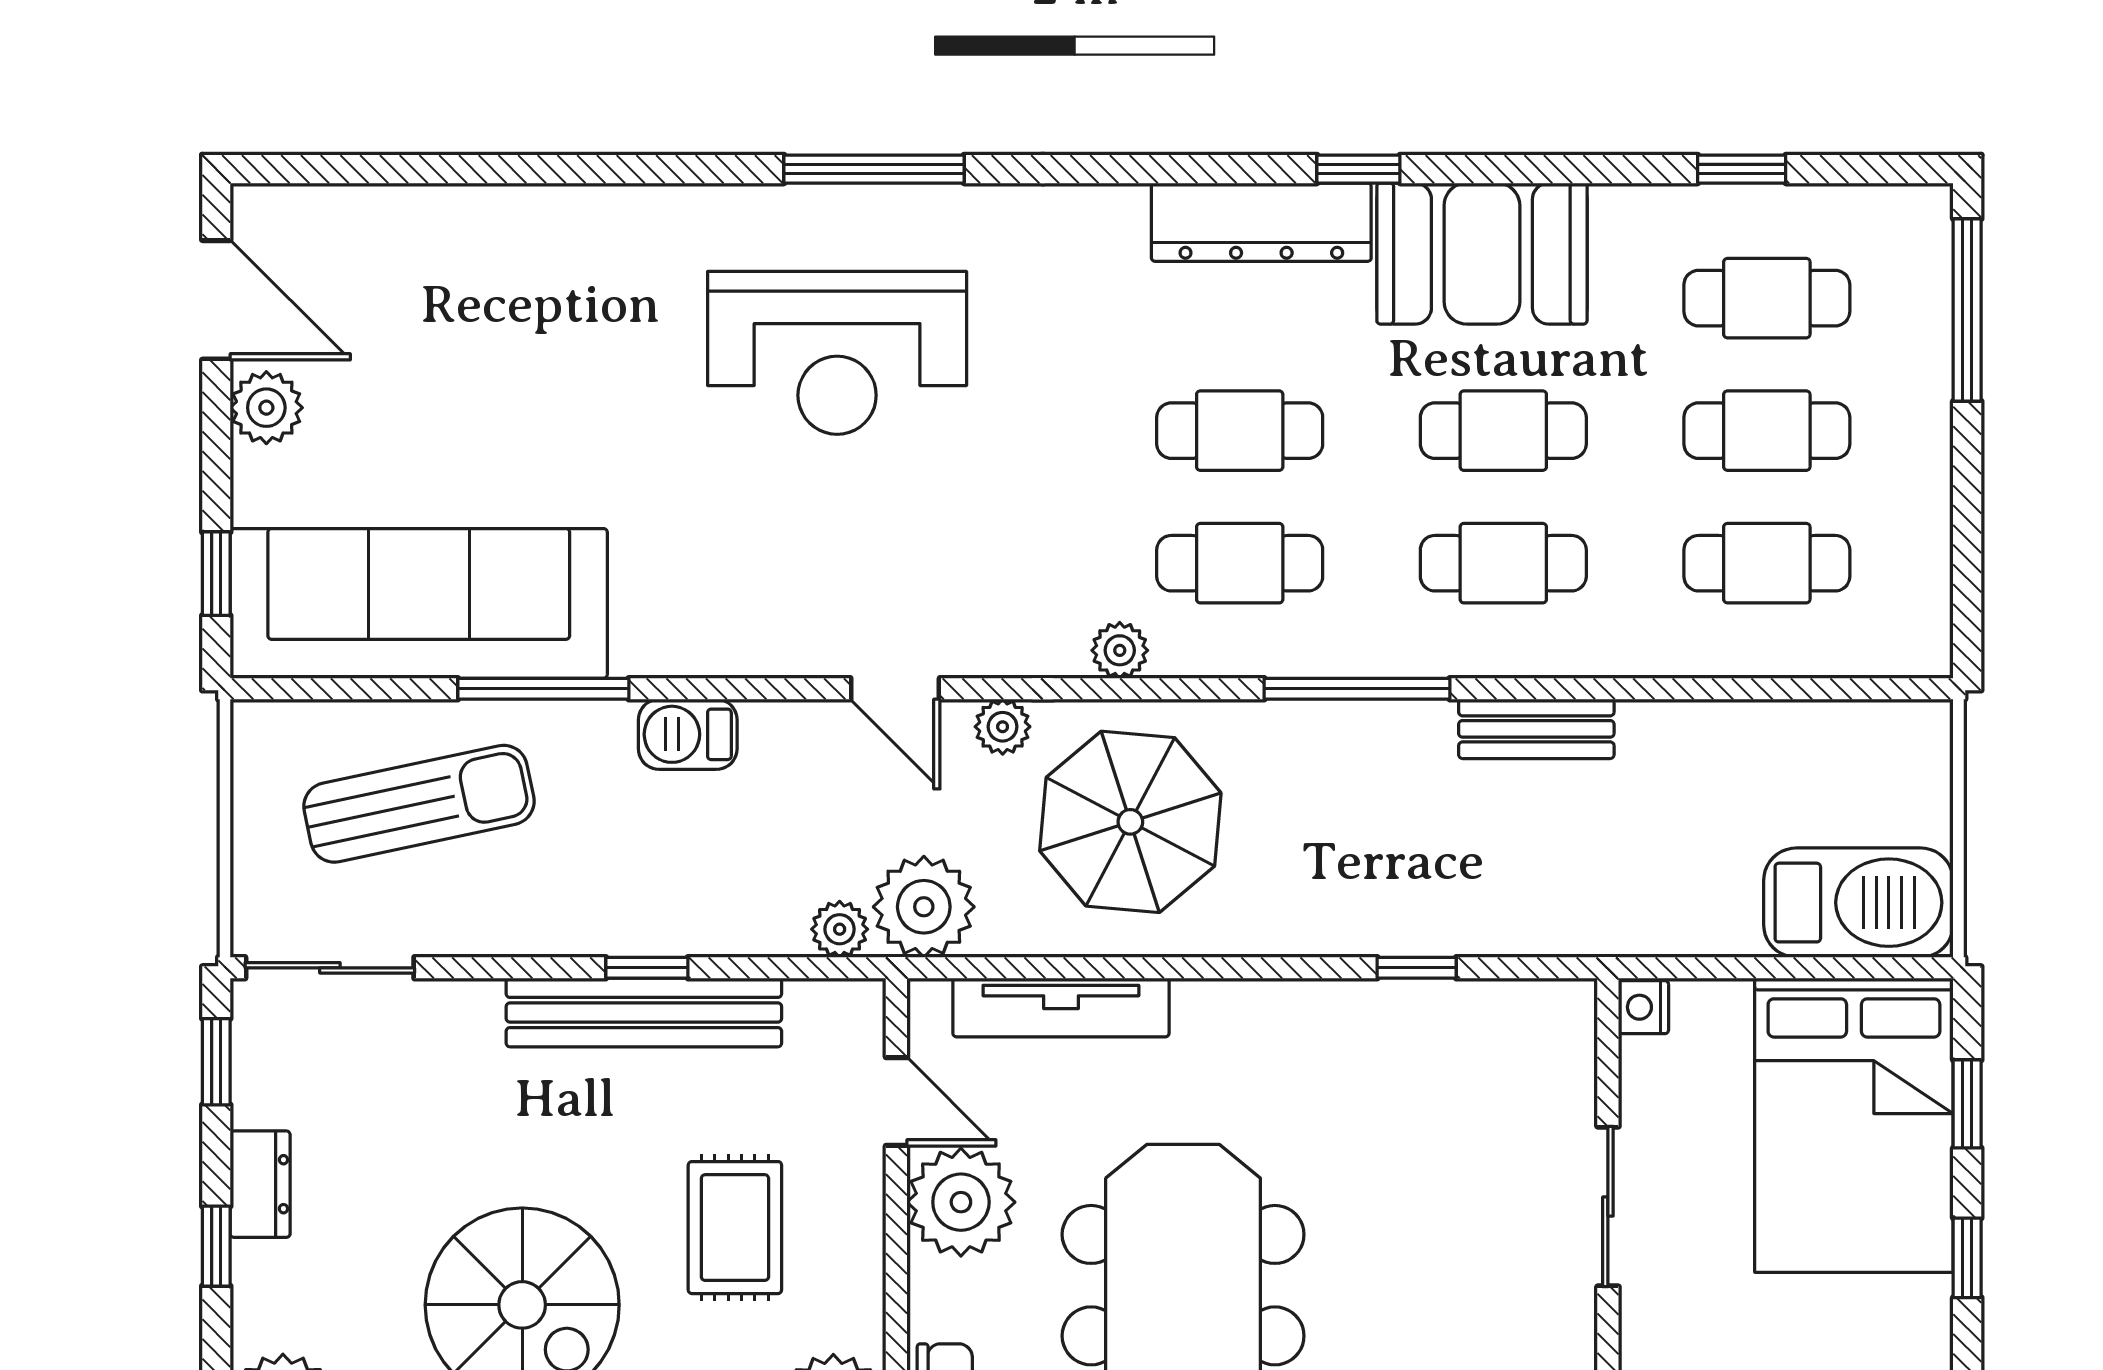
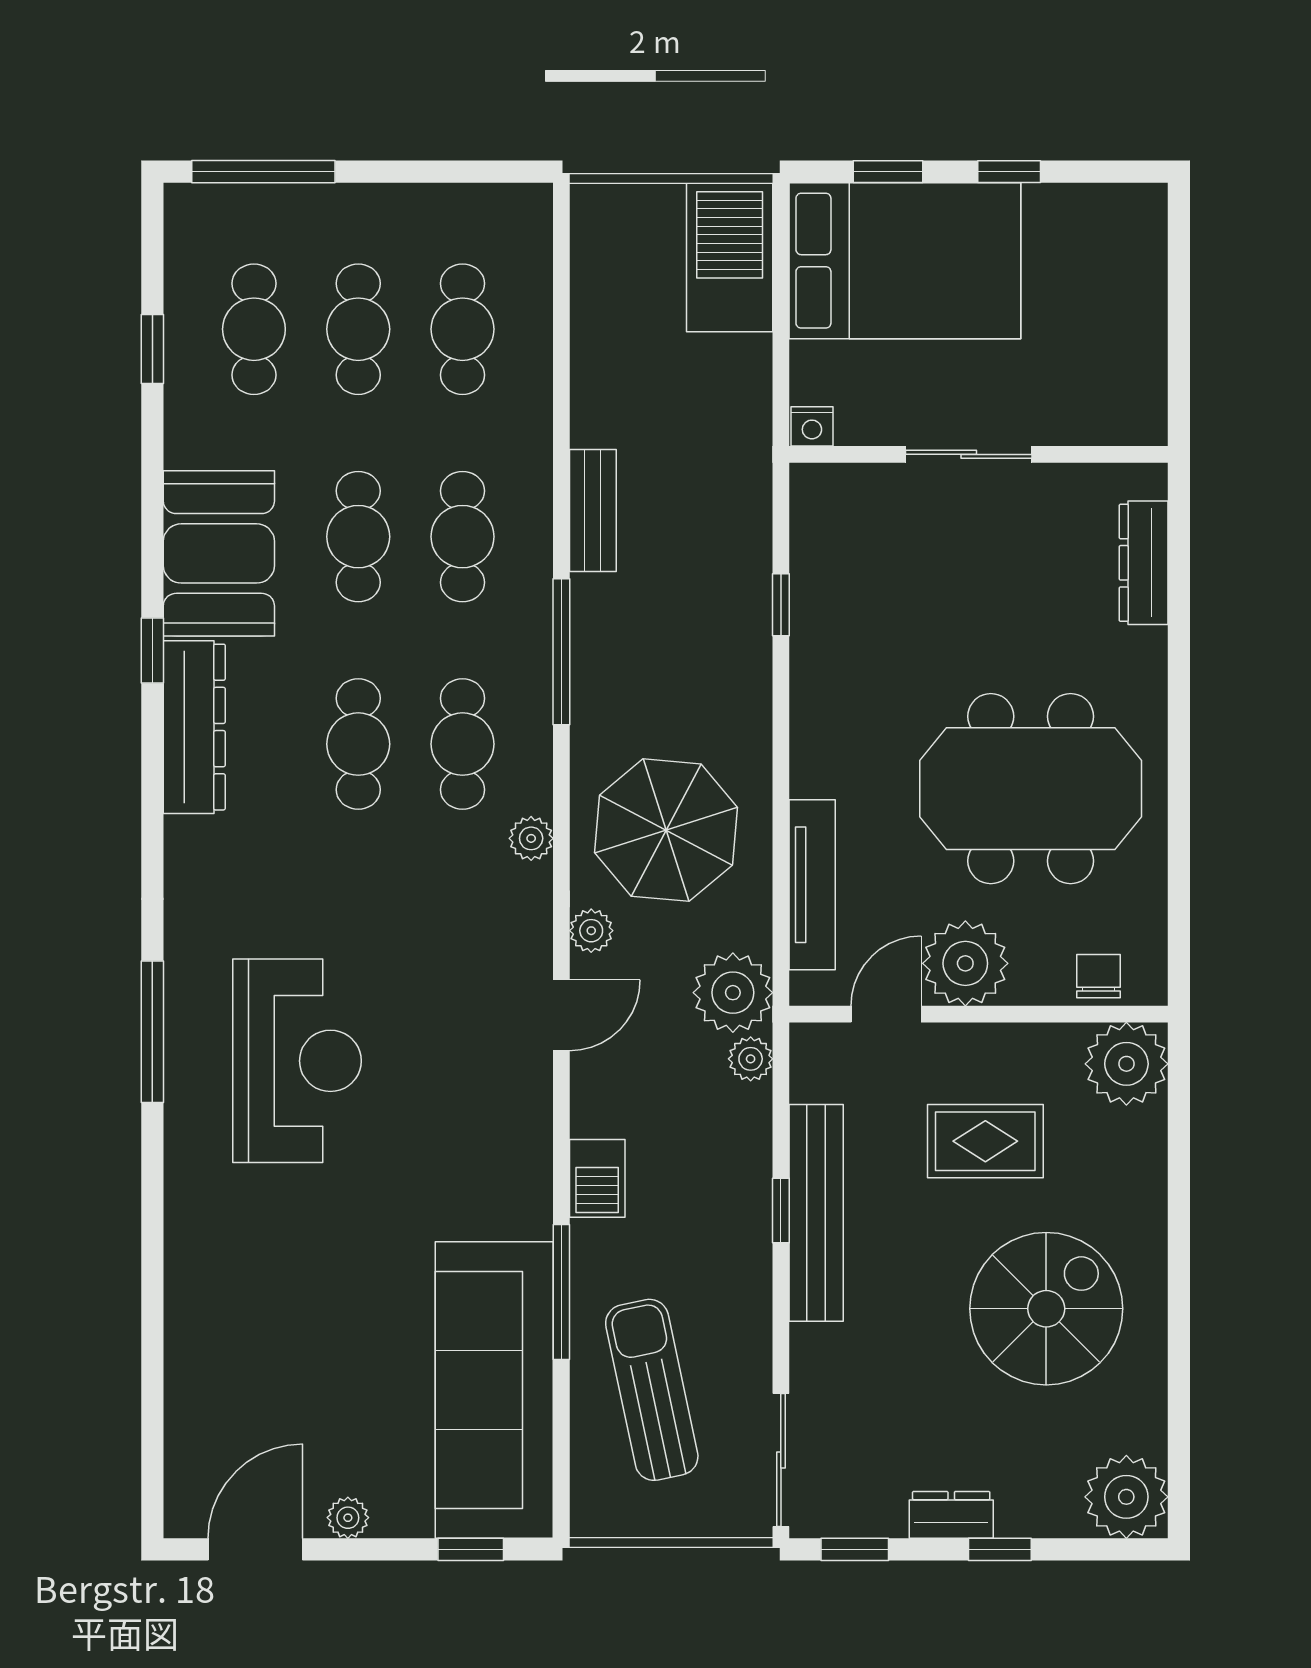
plant: (266, 408) -> (348, 1518), width x0.73, depth x0.73

